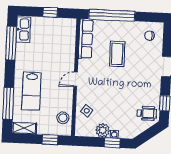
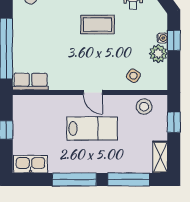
row of seats: (86, 39) -> (30, 82), width x0.68
window: (11, 43) -> (74, 179), moved
coffee table: (117, 54) -> (98, 25), moved
lab bench: (31, 91) -> (92, 128), moved

